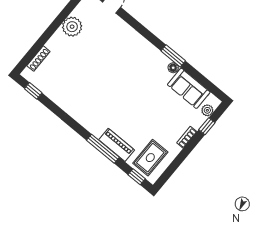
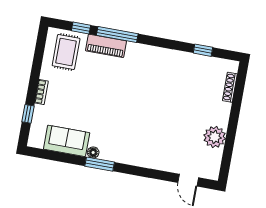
window: (33, 91) -> (203, 50), moved
plant: (207, 110) -> (36, 130), removed
window: (137, 177) -> (81, 28), moved

